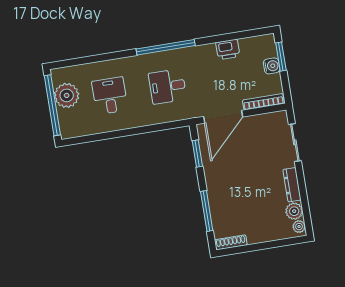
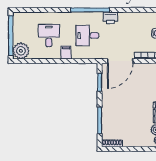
printer: (228, 49) -> (110, 18), moved
plant: (67, 95) -> (21, 51), moved
filing cabinet: (140, 117) -> (66, 52), added

